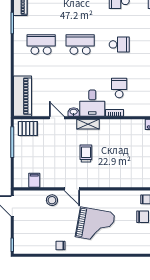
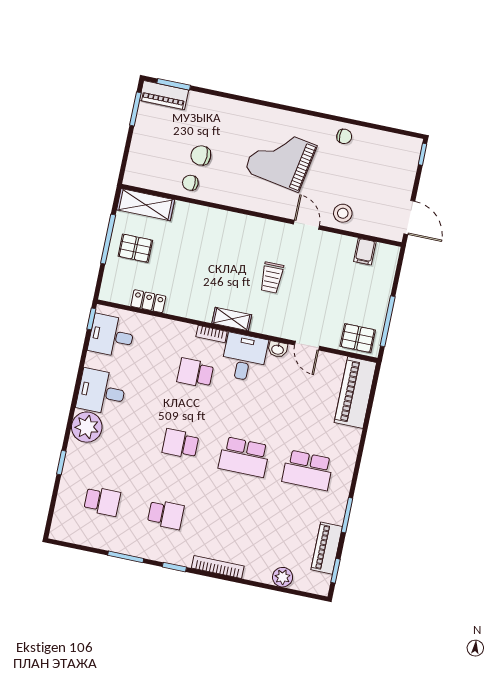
school desk: (119, 88) -> (195, 373), turned 90
shelving: (88, 124) -> (232, 319), moved

